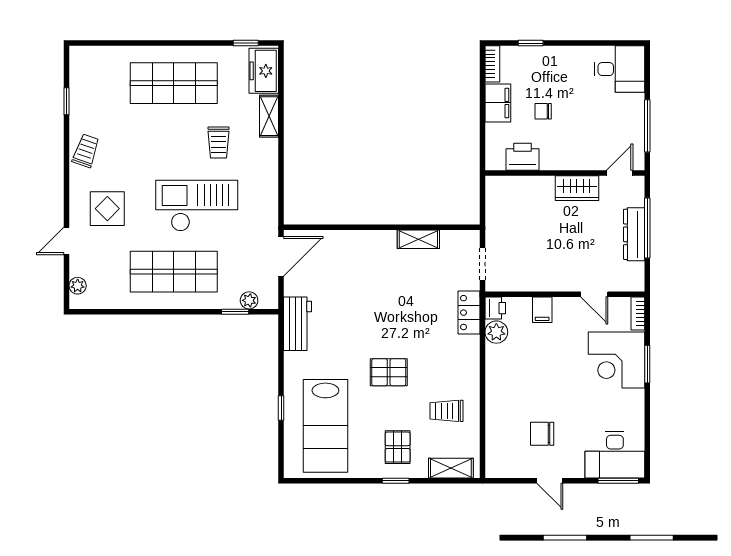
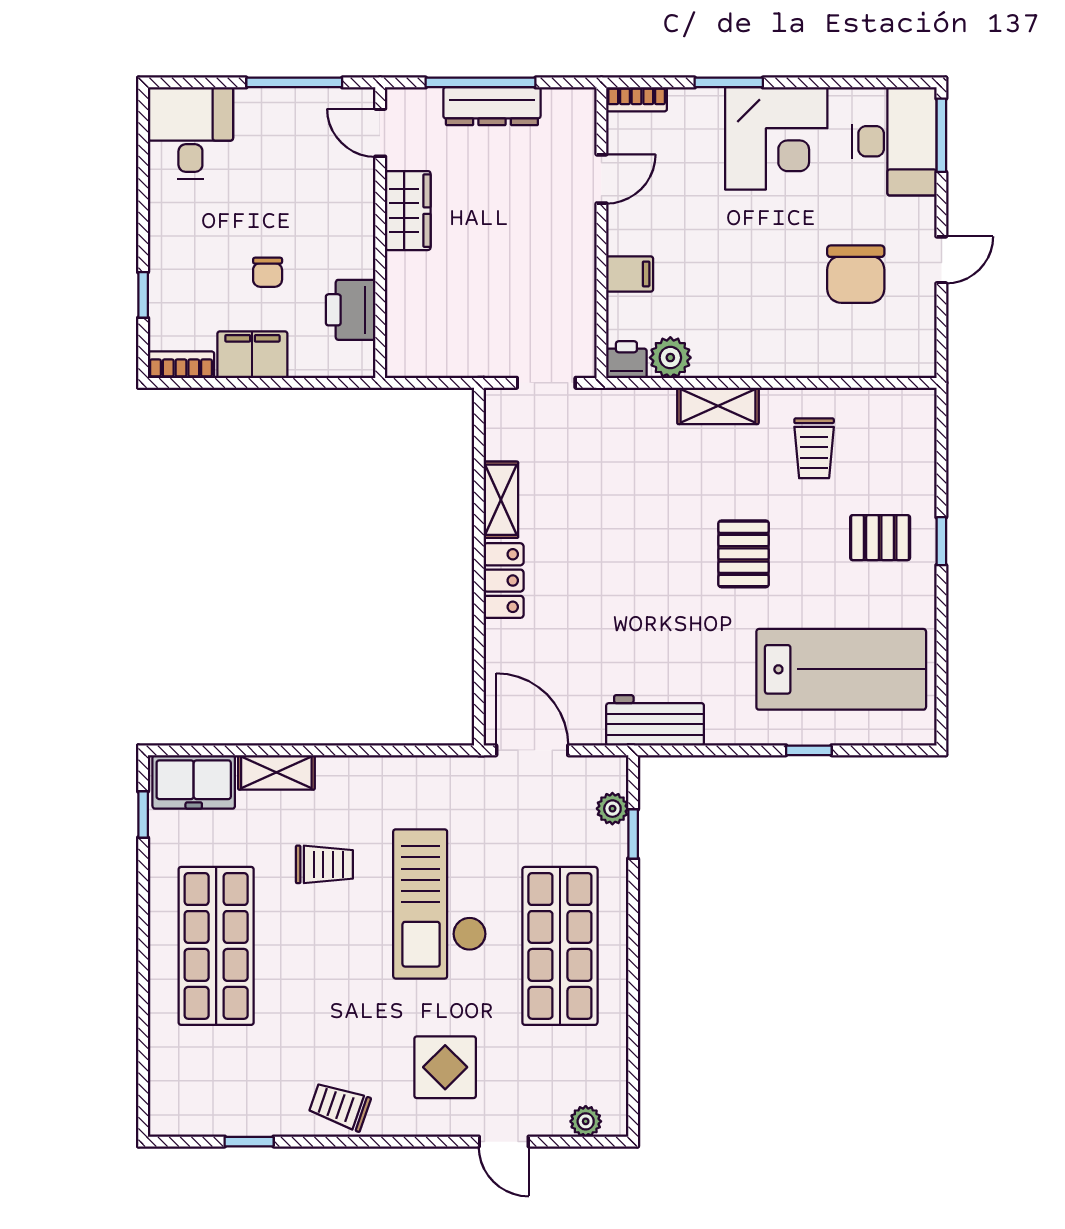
locker: (469, 313) -> (504, 581), moved, turned -90
corner desk: (616, 360) -> (776, 138), moved
chair: (542, 434) -> (856, 274), width x1.37, depth x1.37
shelving: (451, 468) -> (718, 406), moved, turned 90

